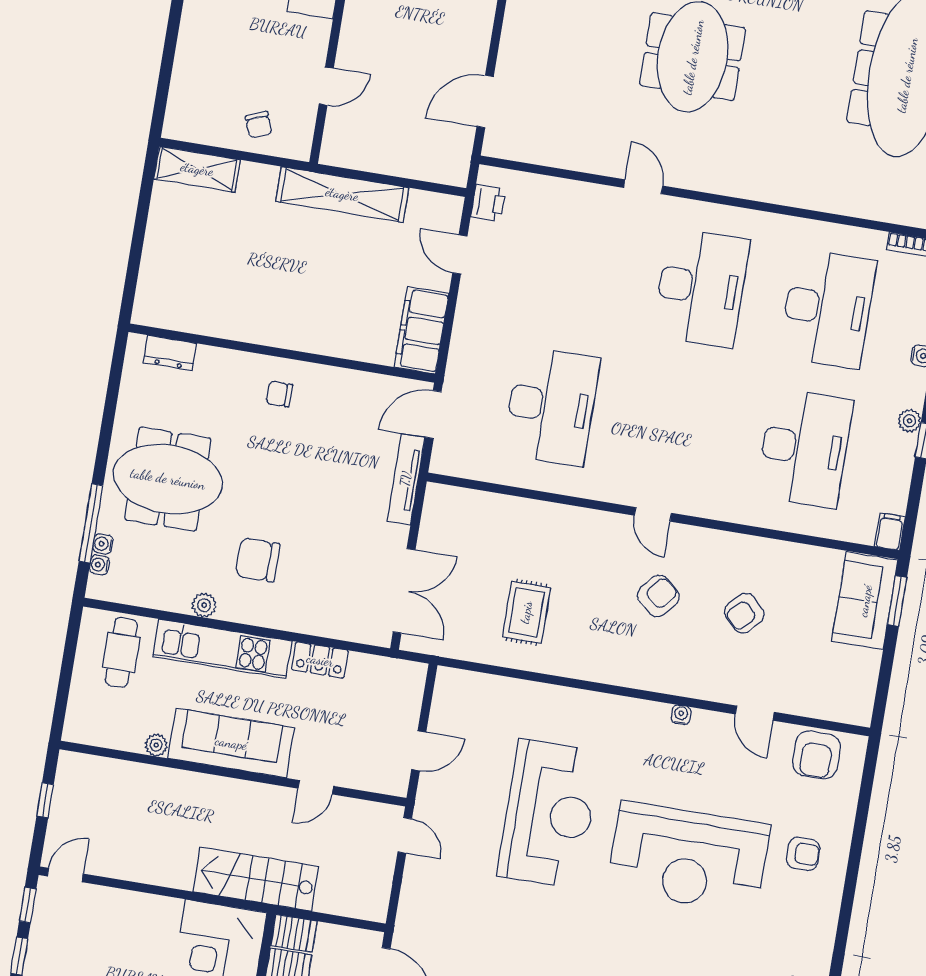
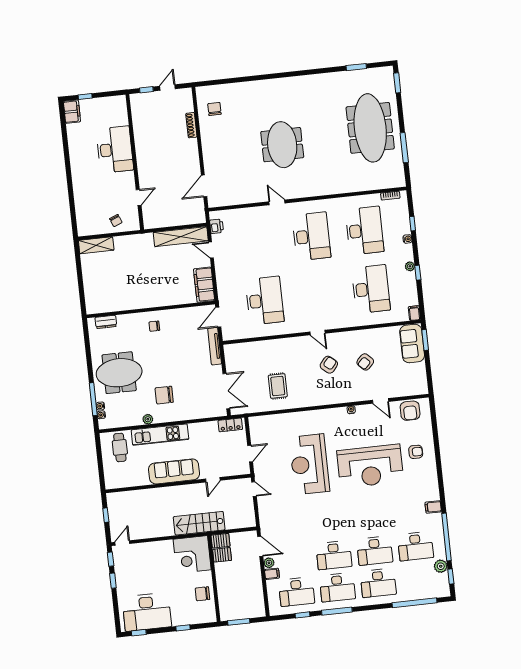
shelving: (342, 194) -> (181, 237), moved
locker: (320, 660) -> (230, 425), moved
plant: (156, 745) -> (144, 481), removed
reception desk: (549, 814) -> (309, 464), turned 180

